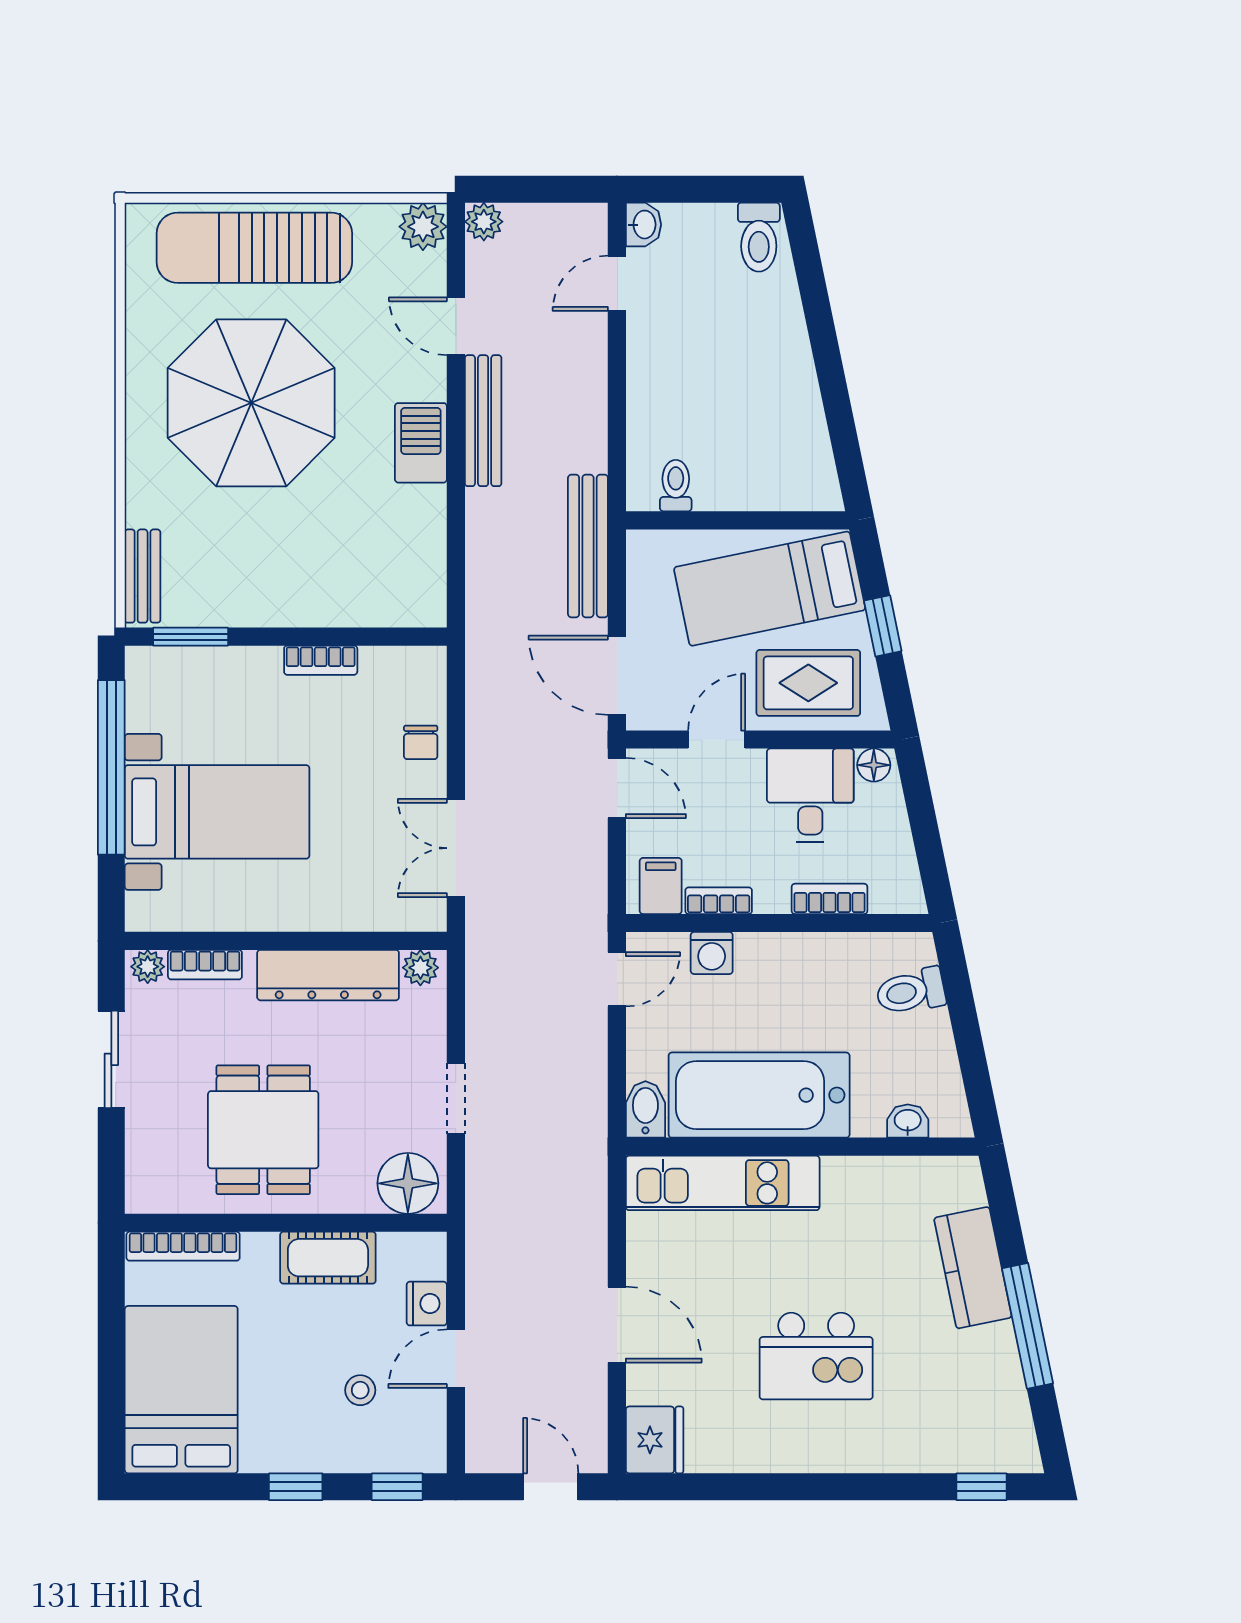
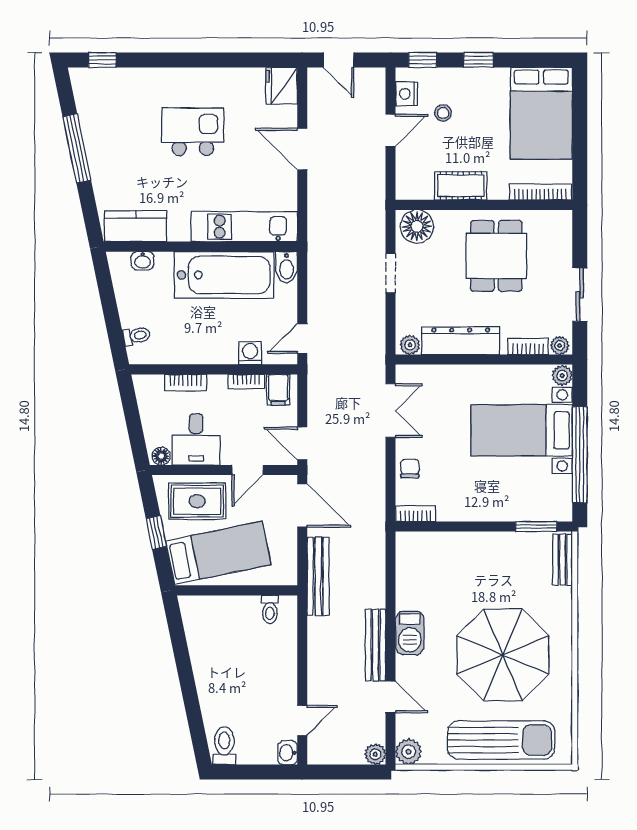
bookcase: (321, 660) -> (416, 514), moved
plant: (143, 912) -> (562, 375), added
toilet: (911, 991) -> (137, 336), width x0.73, depth x0.72
kitchen counter: (973, 1268) -> (136, 226), moved, turned -78
nightstand: (427, 1304) -> (407, 94), moved

